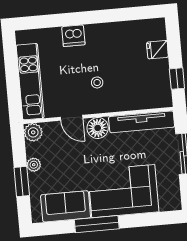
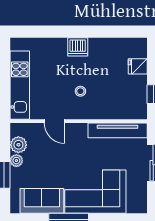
dishwasher: (73, 36) -> (78, 47), moved
floor lamp: (98, 128) -> (77, 132), removed
plant: (33, 132) -> (18, 145), moved

